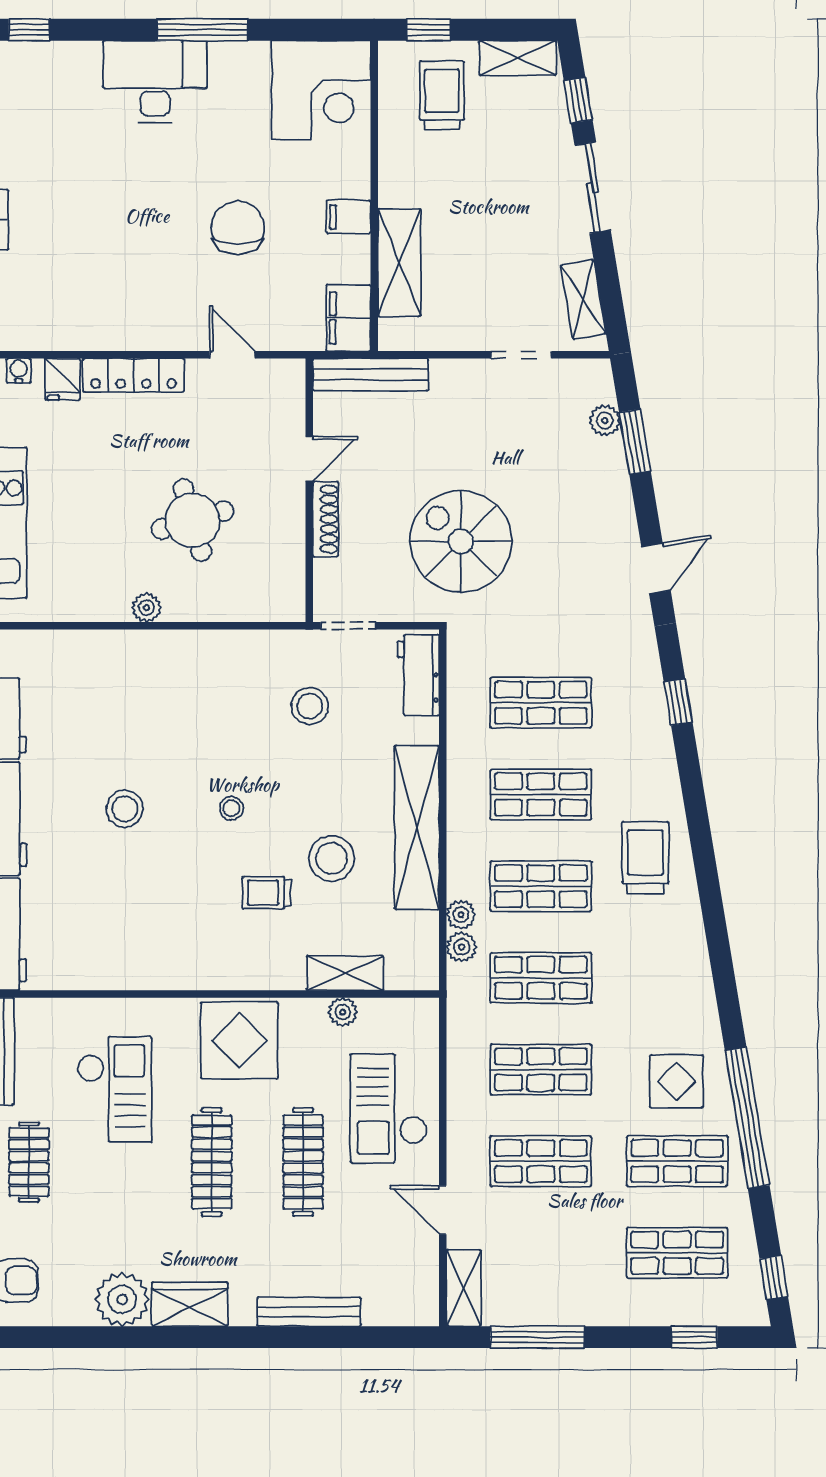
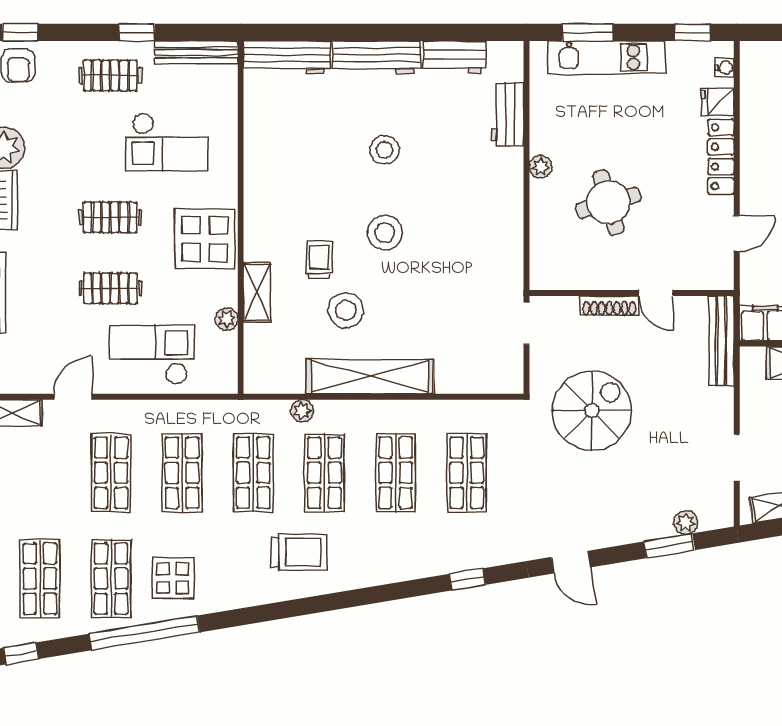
workbench: (418, 675) -> (507, 114), moved, turned -90
stool: (310, 706) -> (464, 294), removed
stool: (231, 808) -> (385, 233), width x1.89, depth x1.89
trolley: (645, 858) -> (299, 552), moved
plant: (462, 947) -> (277, 411), removed
shelving: (345, 973) -> (257, 292), moved
clothes rail: (212, 1162) -> (110, 217), width x0.73
clothes rail: (303, 1162) -> (110, 288), width x0.73

